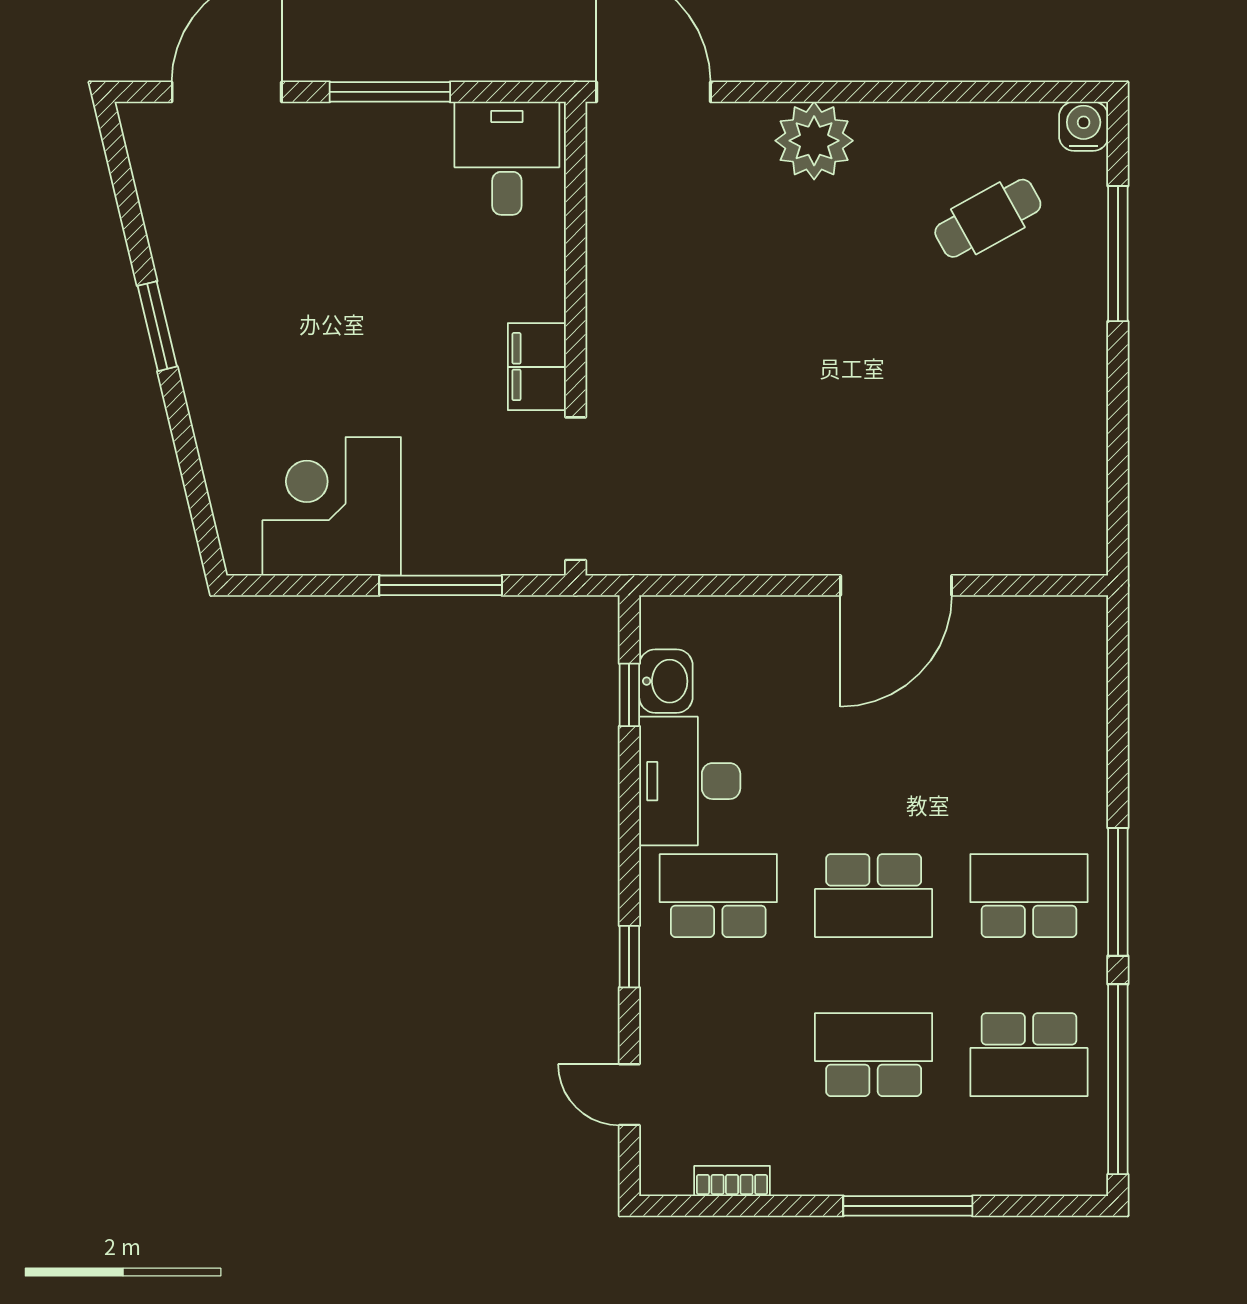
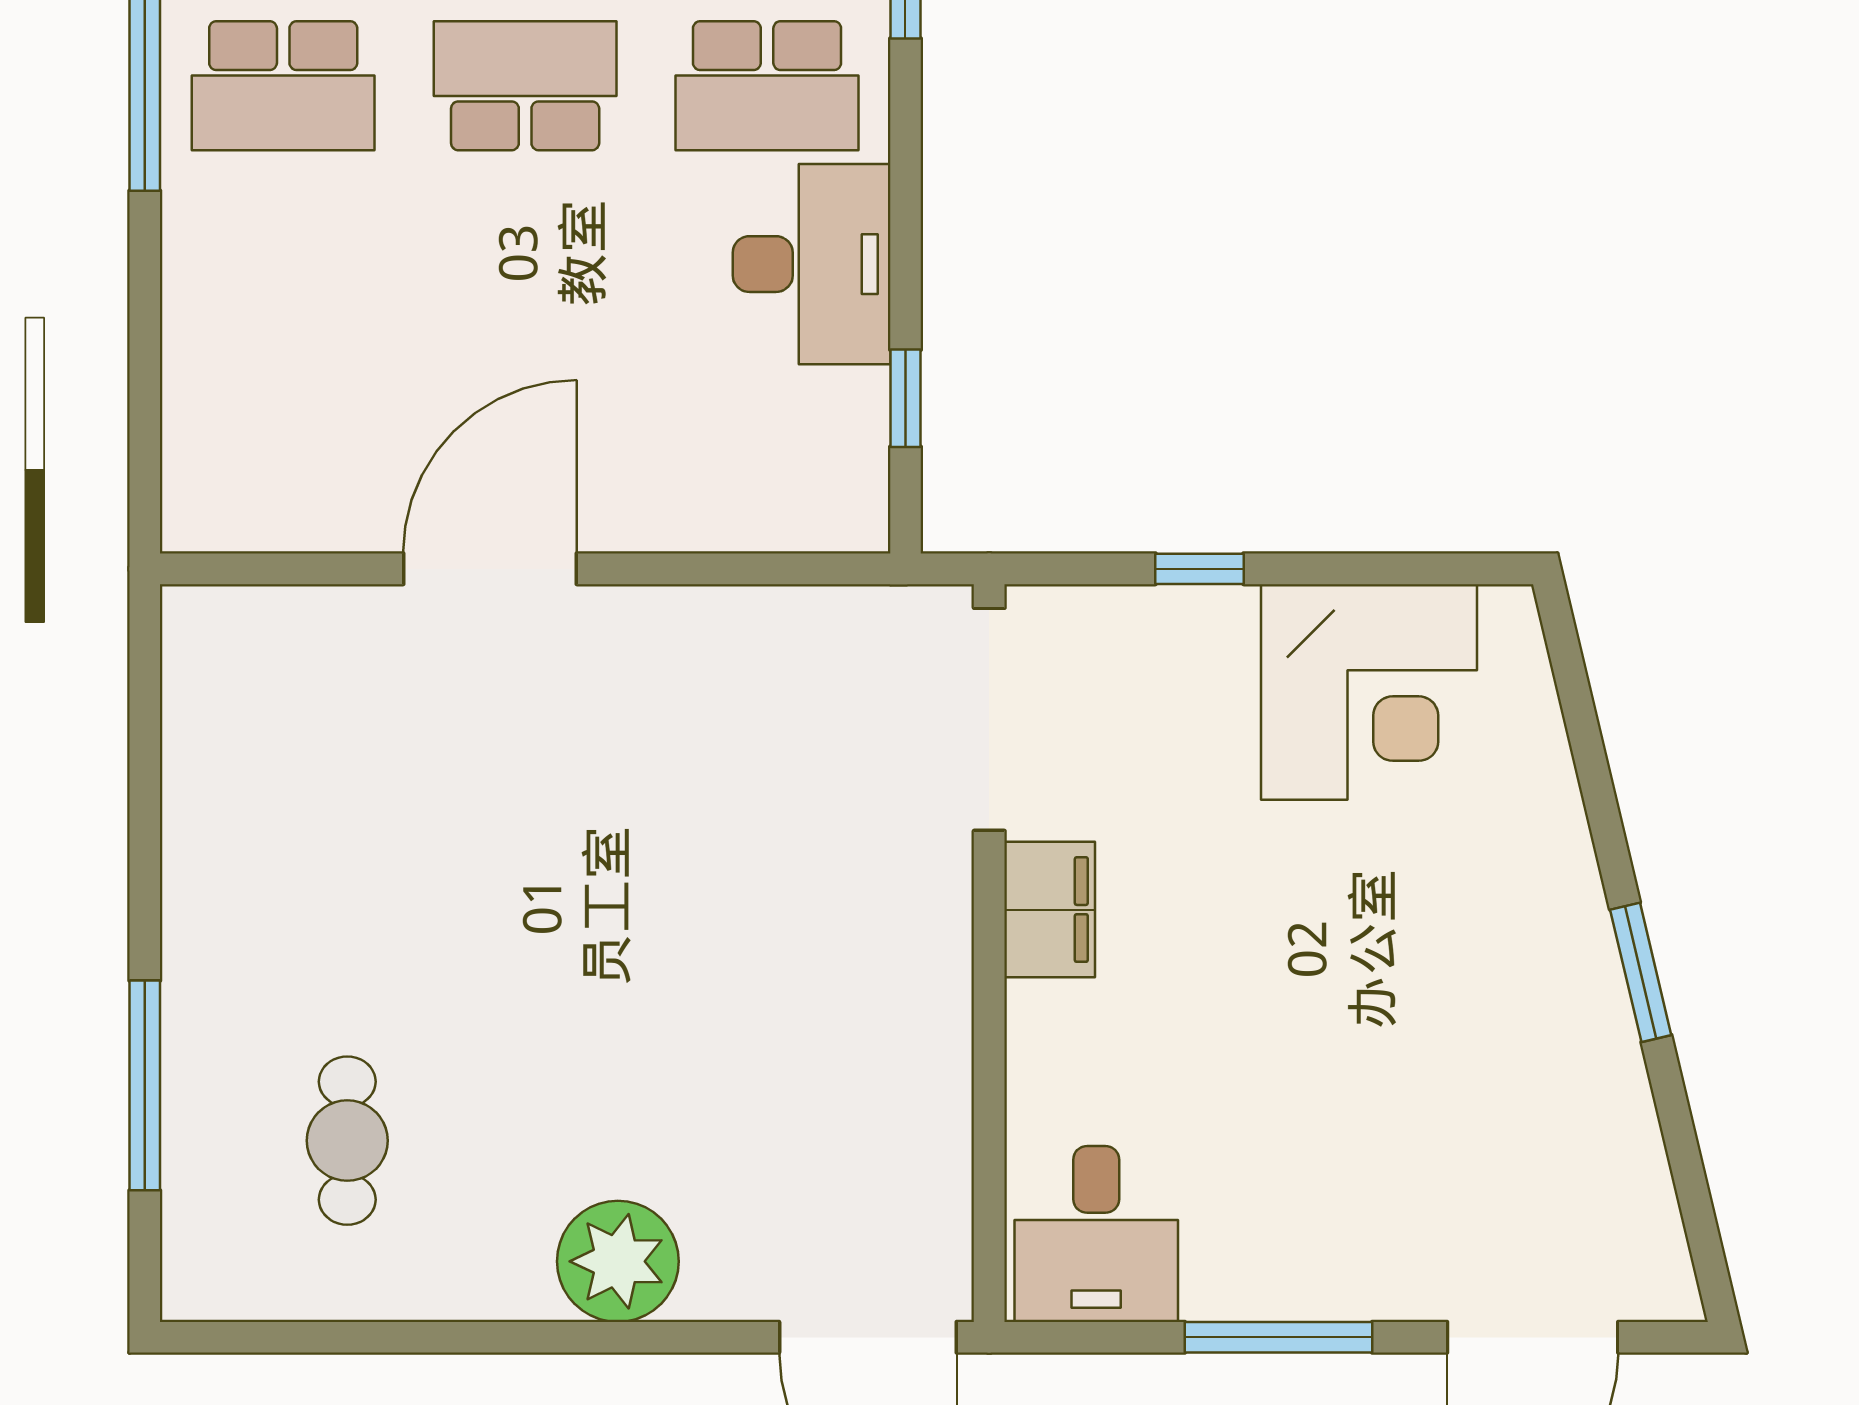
water cooler: (1084, 126) -> (198, 1284), removed
cafe table: (988, 218) -> (347, 1141), turned -61
window: (441, 585) -> (1200, 569), width x0.46
washbasin: (666, 681) -> (849, 420), removed

